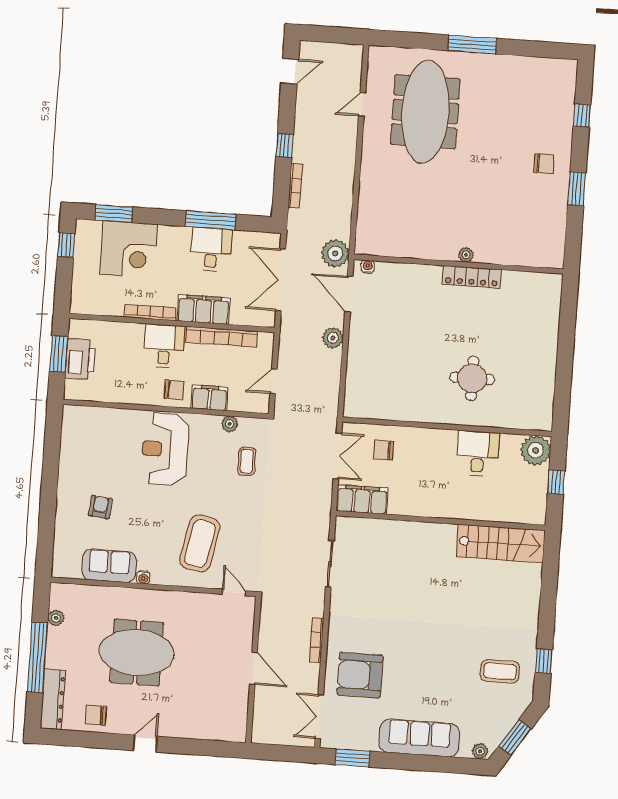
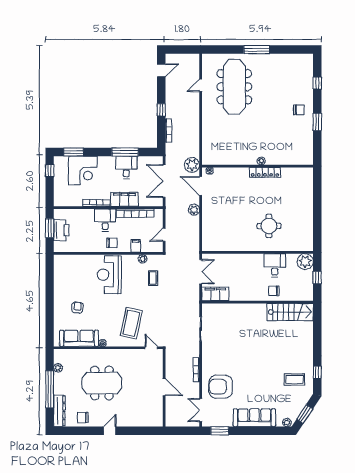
filing cabinet: (210, 398) -> (136, 246), width x0.50
chair: (383, 450) -> (274, 291), moved
sofa: (109, 566) -> (79, 338), width x1.36

